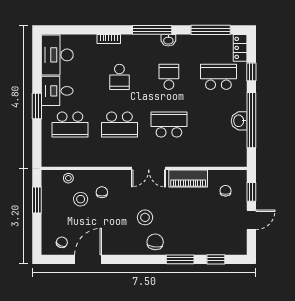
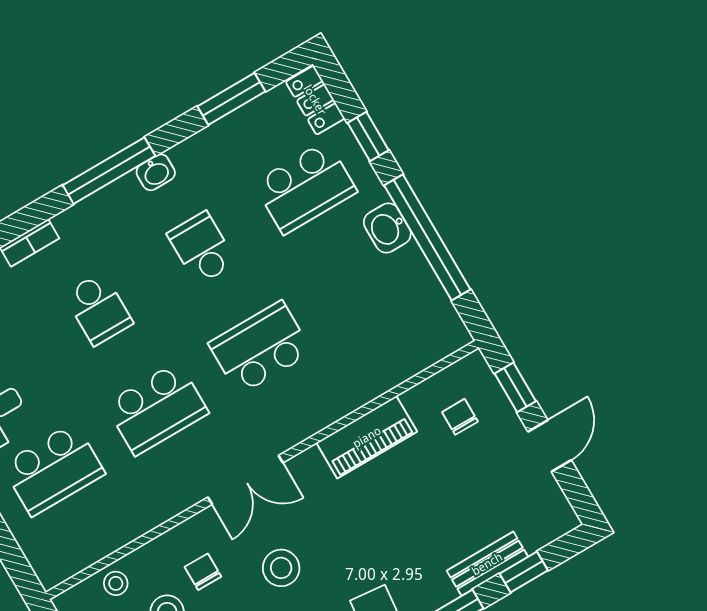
window: (211, 30) -> (231, 99), width x0.69
school desk: (218, 77) -> (305, 187), turned 180
washbasin: (239, 121) -> (387, 228), moved
double door: (149, 168) -> (245, 480), moved
stool: (145, 217) -> (281, 568), moved
bench: (205, 249) -> (487, 564), added

